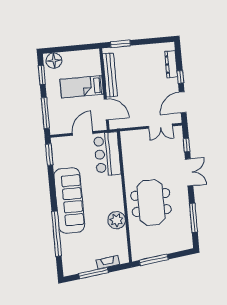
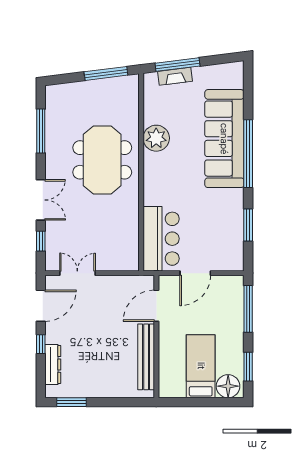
window: (120, 44) -> (71, 402), moved
bed: (82, 87) -> (201, 366), moved, turned -90
door: (106, 109) -> (156, 306), hinge flipped
window: (49, 155) -> (248, 225), moved
double door: (189, 172) -> (41, 200), swing flipped
sofa: (69, 201) -> (224, 139), moved
window: (57, 234) -> (248, 154), moved
window: (93, 273) -> (178, 65), moved

